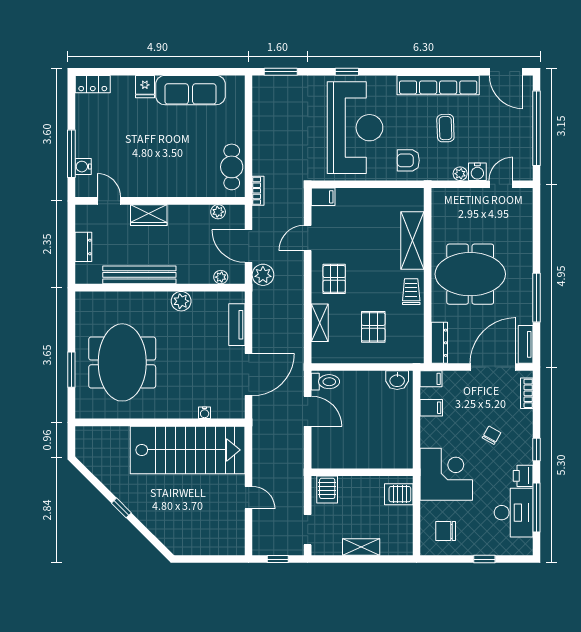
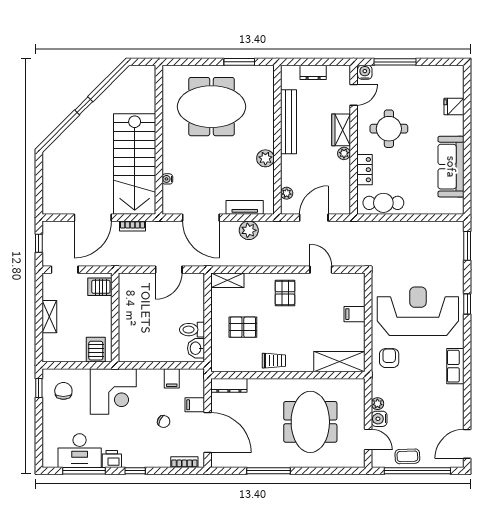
locker: (93, 84) -> (364, 170), moved, turned 180
row of seats: (438, 85) -> (455, 366), width x0.50
fridge: (145, 87) -> (454, 107), moved
reception desk: (355, 128) -> (418, 311), turned 180
coffee table: (445, 128) -> (407, 456), moved
round table: (147, 161) -> (389, 129), added
water cooler: (83, 167) -> (365, 72), moved
bookcase: (258, 191) -> (133, 226), moved
filing cabinet: (323, 197) -> (355, 314), moved, turned 90
plant: (218, 212) -> (344, 153), moved
shelving: (412, 241) -> (339, 362), moved
meeting table: (470, 274) -> (310, 422), moved
plant: (263, 275) -> (249, 230), moved
pallet: (334, 279) -> (285, 293), turned 90
shelving: (320, 323) -> (227, 280), moved
tv unit: (526, 344) -> (228, 461), removed
window: (71, 370) -> (239, 62), moved
filing cabinet: (431, 379) -> (195, 405), moved, turned 90
toilet: (325, 382) -> (192, 330), moved, turned 90
chair: (491, 435) -> (164, 421), moved
door: (249, 498) -> (93, 218), width x1.88
window: (484, 559) -> (39, 388), moved

